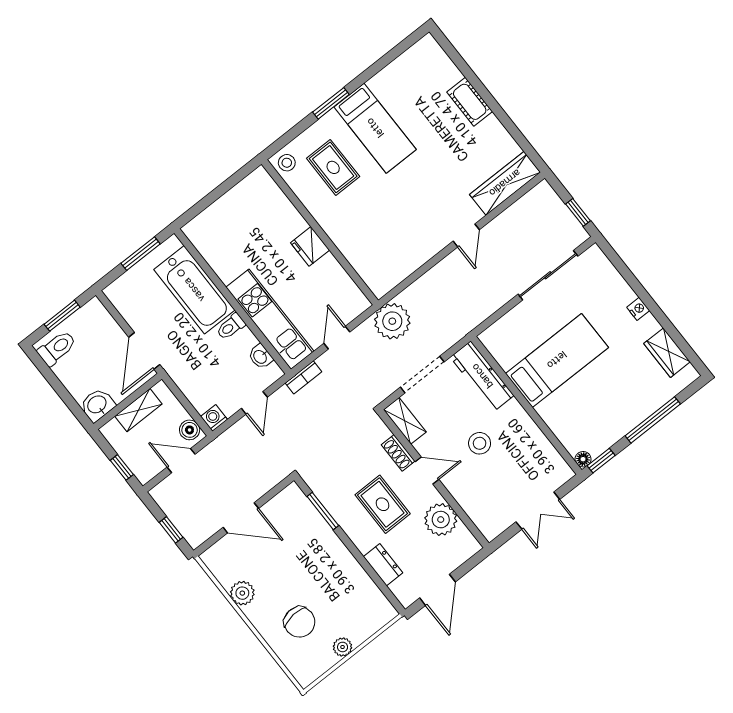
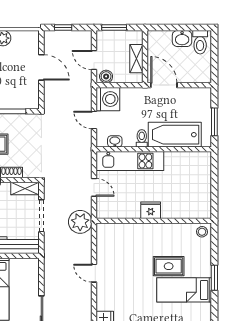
rug: (333, 167) -> (169, 266), moved
door: (466, 235) -> (94, 273), moved
window: (62, 316) -> (214, 58), removed
bookcase: (304, 377) -> (87, 155), removed
washbasin: (97, 405) -> (182, 38), moved, turned 90
washing machine: (214, 418) -> (108, 99), width x1.89, depth x1.89
door: (181, 461) -> (94, 60), swing flipped
window: (122, 467) -> (114, 27), width x1.50
door: (241, 518) -> (41, 67), swing flipped

